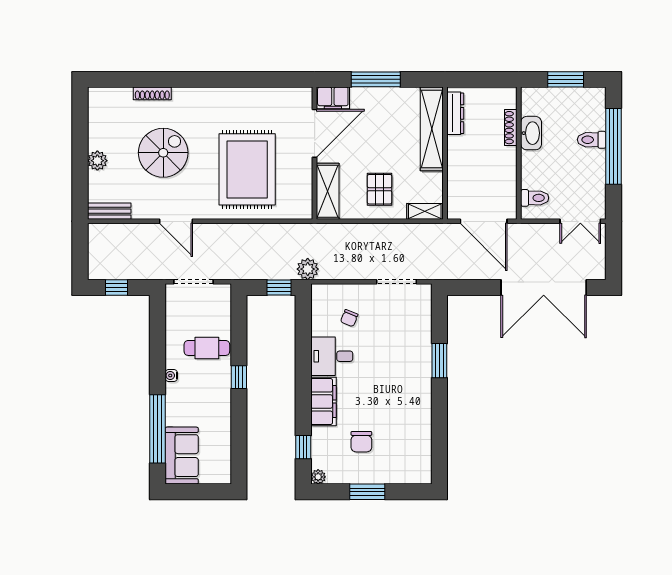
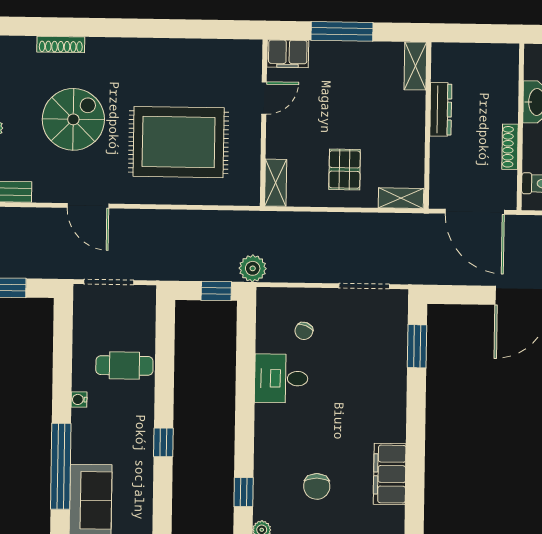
dresser: (455, 113) -> (441, 109), moved
shoe rack: (511, 128) -> (510, 147), moved
shelving: (432, 129) -> (415, 66), width x0.45, depth x0.75
door: (315, 133) -> (264, 98), width x0.53
rug: (247, 169) -> (179, 142), turned 90
shelving: (328, 191) -> (276, 183), width x0.67, depth x0.75
window: (439, 361) -> (417, 346), moved
window: (239, 377) -> (163, 442), moved
filing cabinet: (323, 402) -> (390, 474), moved, turned 180

